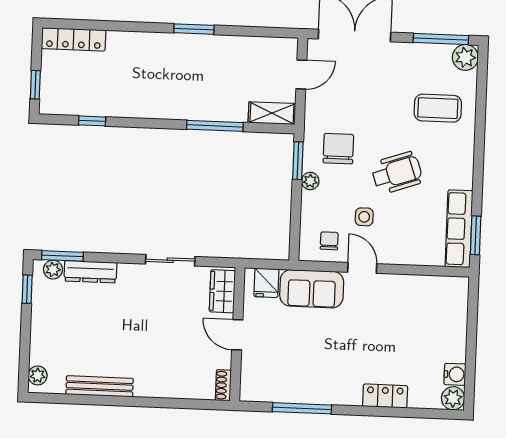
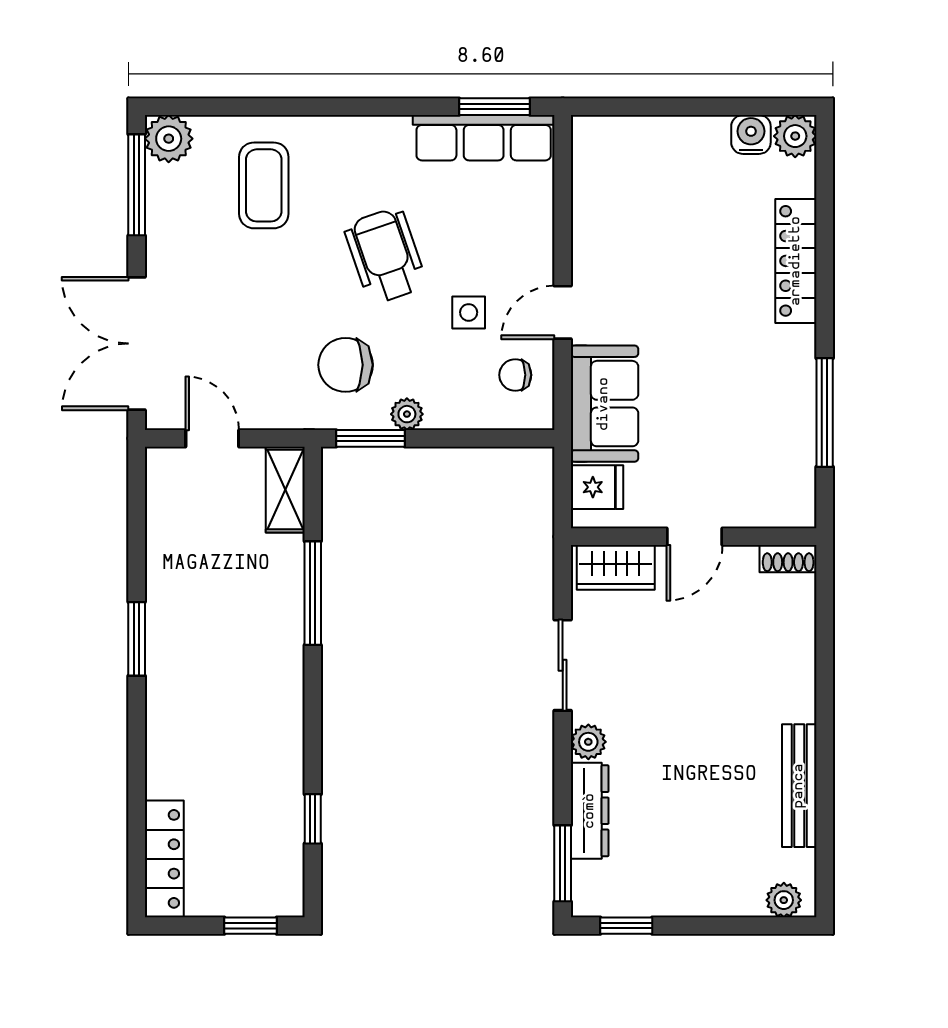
plant: (53, 270) -> (588, 742), moved
locker: (385, 396) -> (796, 261), width x1.53

